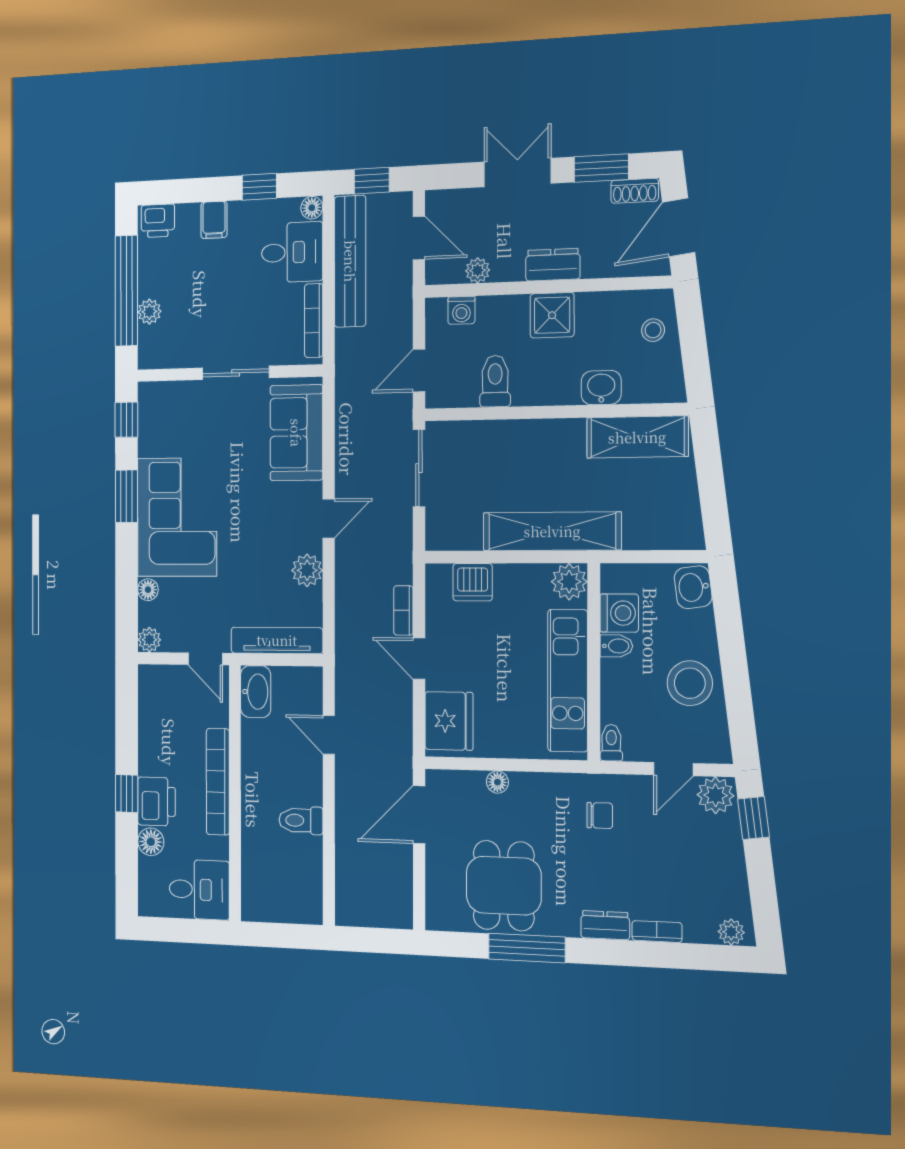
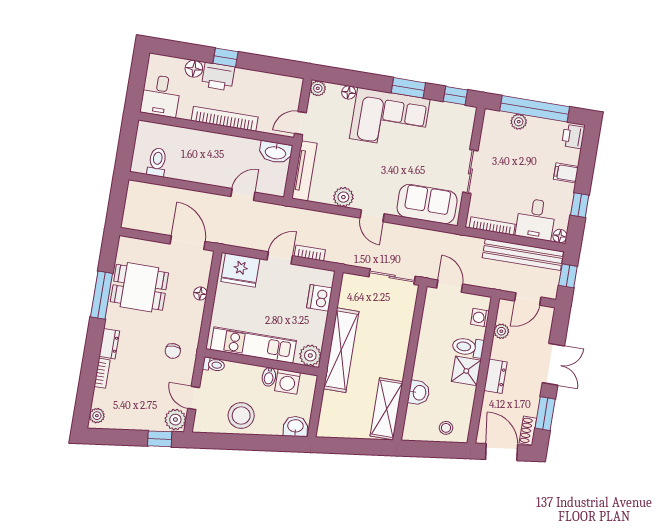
toilet: (495, 381) -> (468, 347), moved, turned 180
toilet: (301, 820) -> (157, 162), moved

